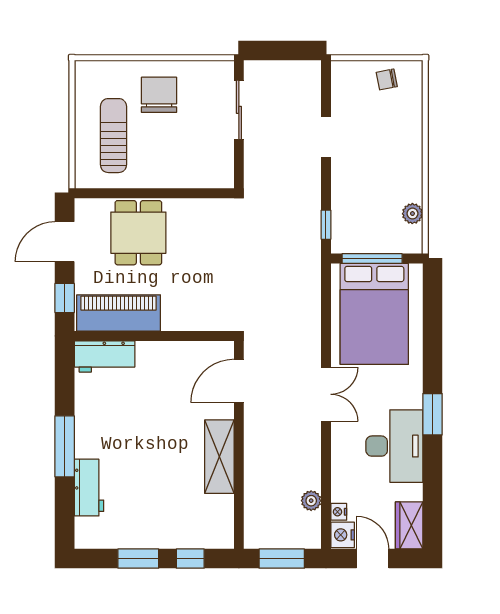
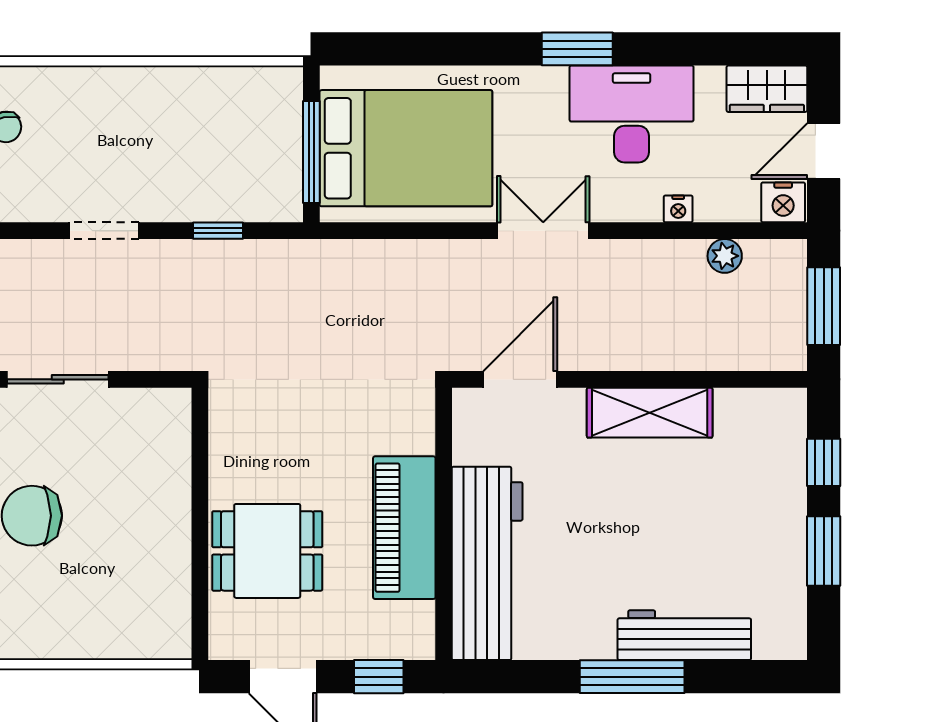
sun lounger: (113, 136) -> (101, 593), removed
plant: (412, 214) -> (235, 83), removed
window: (326, 225) -> (218, 231), moved
piano: (119, 313) -> (404, 528), moved
workbench: (105, 356) -> (487, 563), width x1.87, depth x1.32
door: (239, 381) -> (520, 379), swing flipped
workbench: (89, 488) -> (684, 635), width x1.38
nightstand: (339, 512) -> (678, 209), moved

